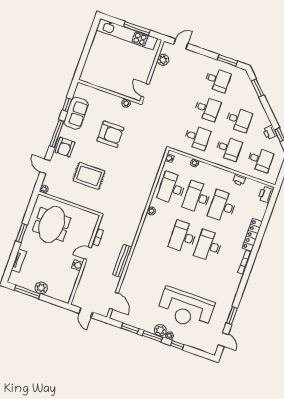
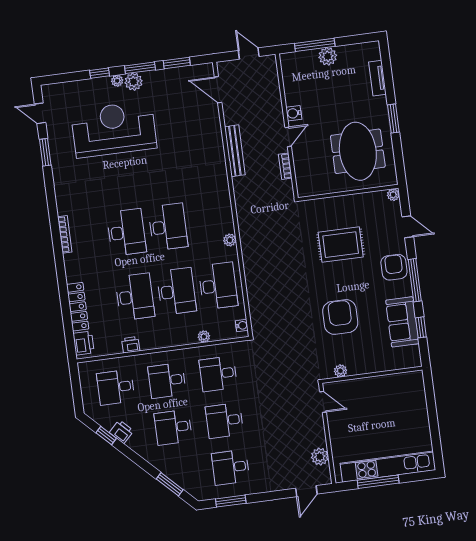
armchair: (110, 134) -> (340, 317), turned 90
locker: (252, 235) -> (78, 307), moved
window: (27, 292) -> (315, 45), moved

